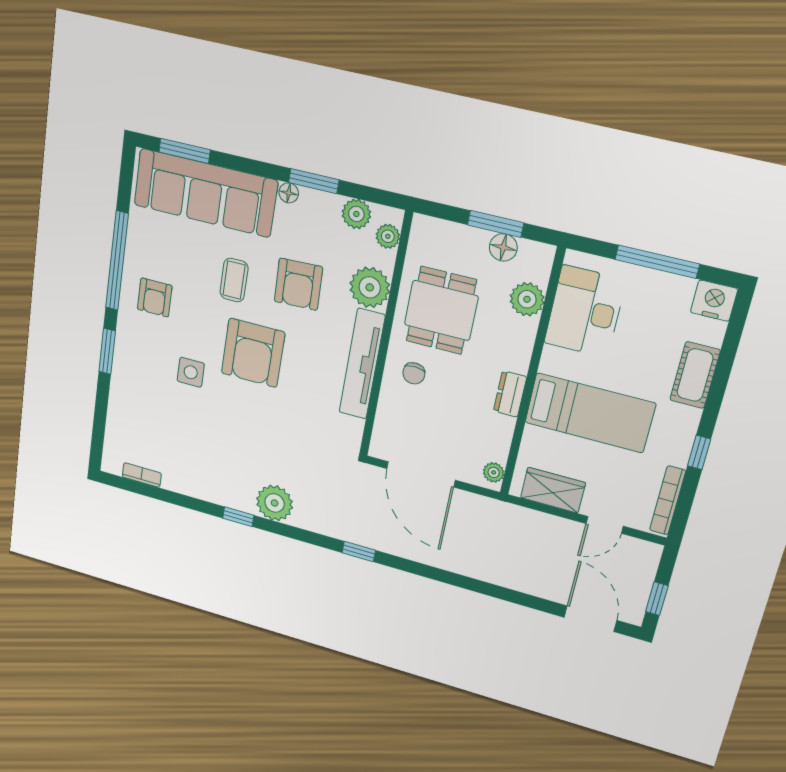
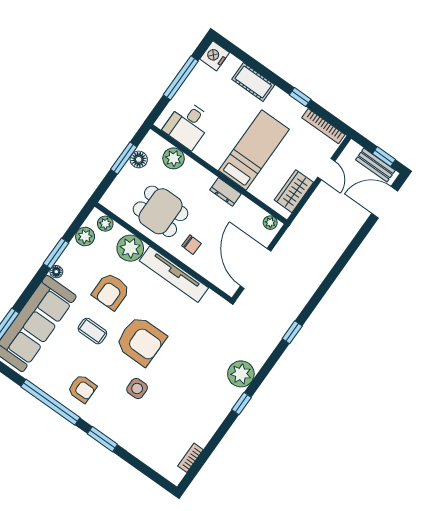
armchair: (298, 284) -> (111, 291), turned 92
desk: (585, 312) -> (188, 125), width x0.73
door: (421, 474) -> (256, 269), swing flipped
bench: (639, 591) -> (375, 165), added

